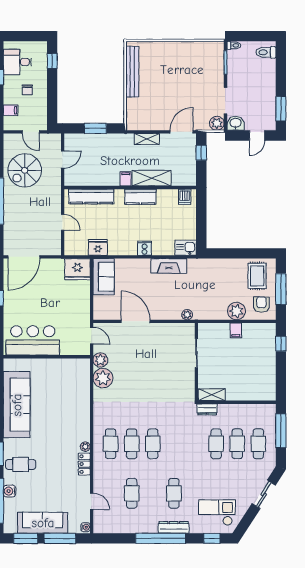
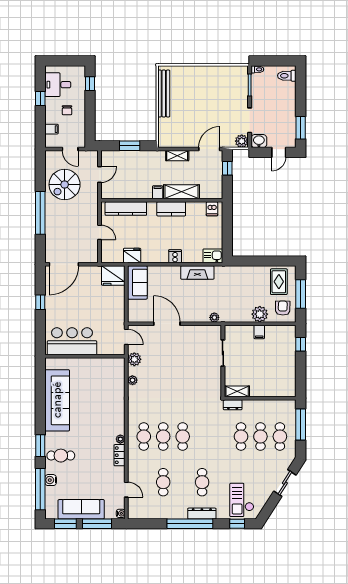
plant: (103, 378) -> (132, 380), width x0.53, depth x0.53
checkout: (217, 513) -> (242, 500), turned -90

